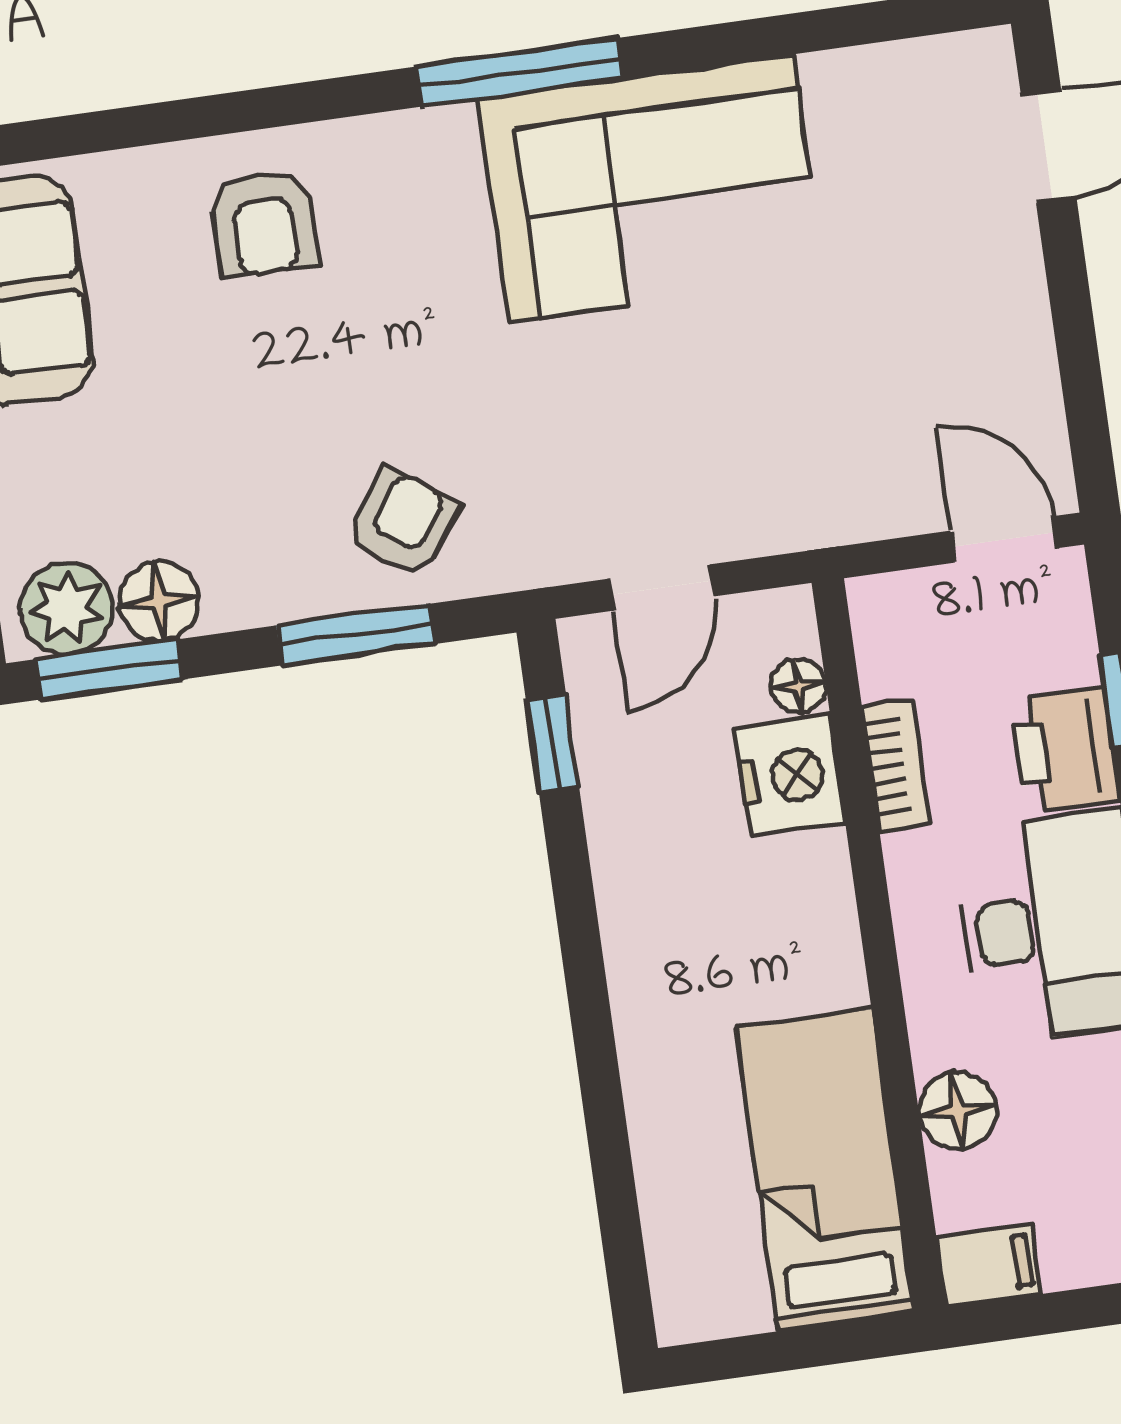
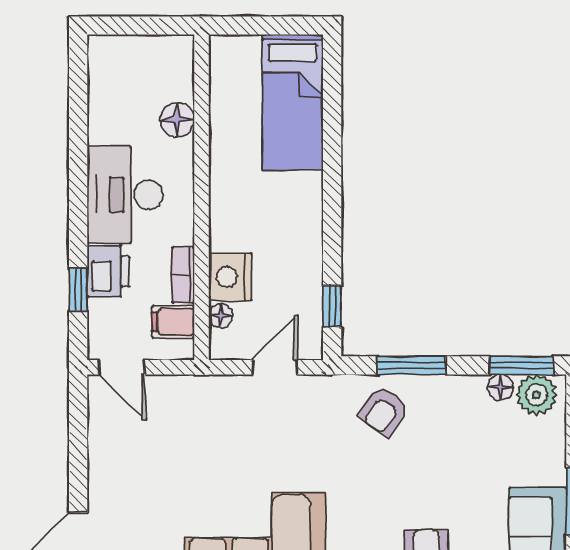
floor lamp: (159, 602) -> (500, 387), width x0.73, depth x0.73
bed: (825, 1170) -> (293, 102), moved
filing cabinet: (989, 1265) -> (173, 322), moved

